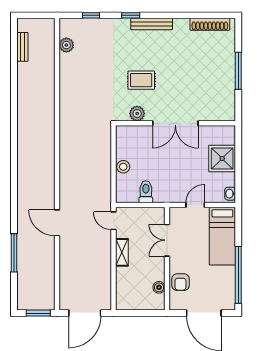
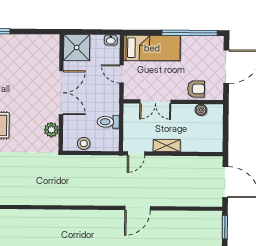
plant: (137, 113) -> (51, 130), moved
double door: (175, 123) -> (61, 93), moved
wall: (176, 123) -> (61, 93), moved

